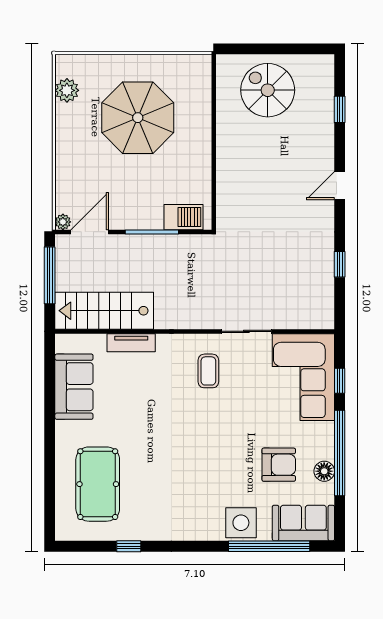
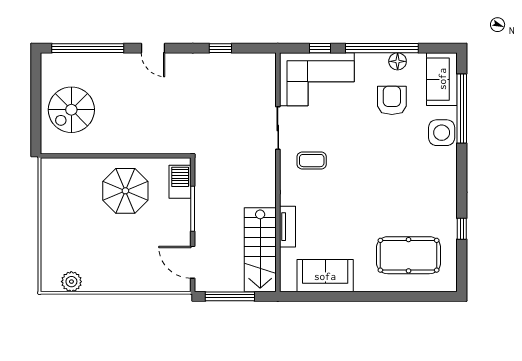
window: (340, 109) -> (88, 48), width x3.17
parasol: (138, 118) -> (125, 191), moved, width x0.73, depth x0.73
plant: (63, 222) -> (184, 285), removed

